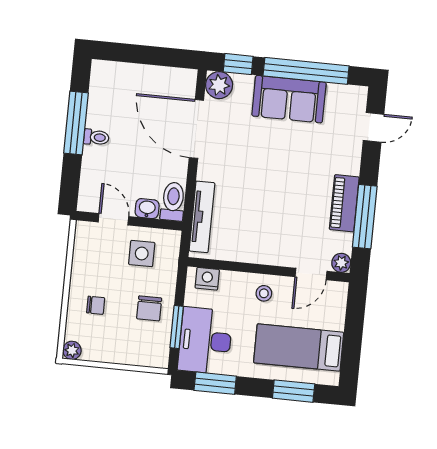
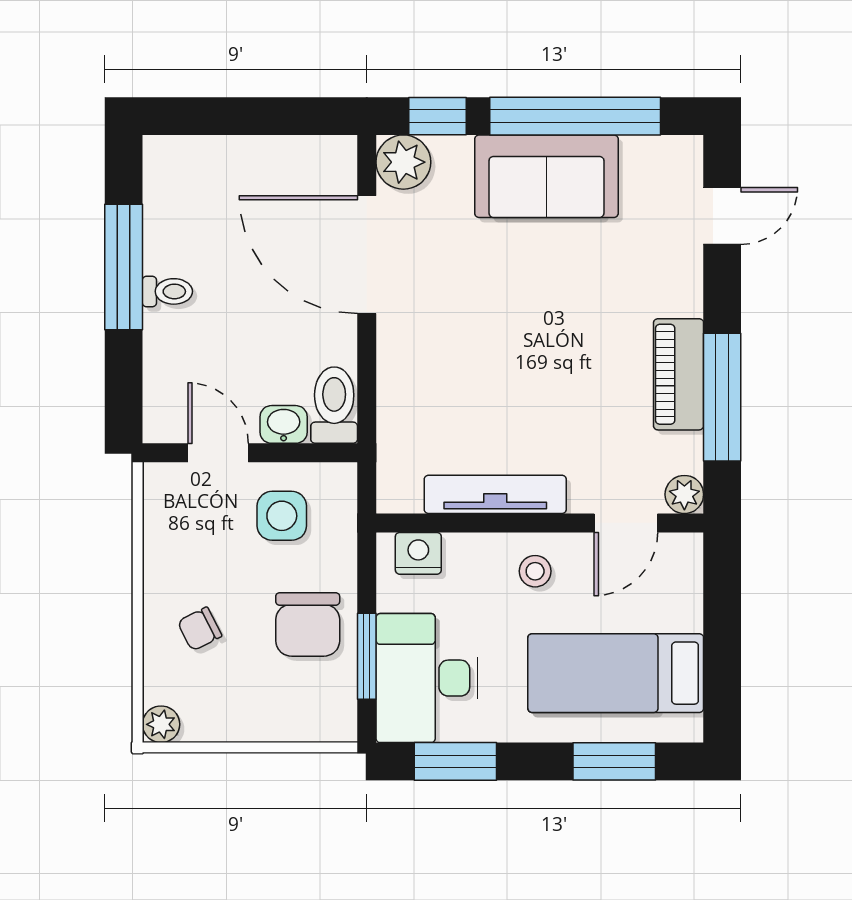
tv unit: (202, 217) -> (495, 494), moved, turned -90
chair: (96, 305) -> (200, 629), turned 153
chair: (149, 308) -> (308, 624), width x1.37, depth x1.37

